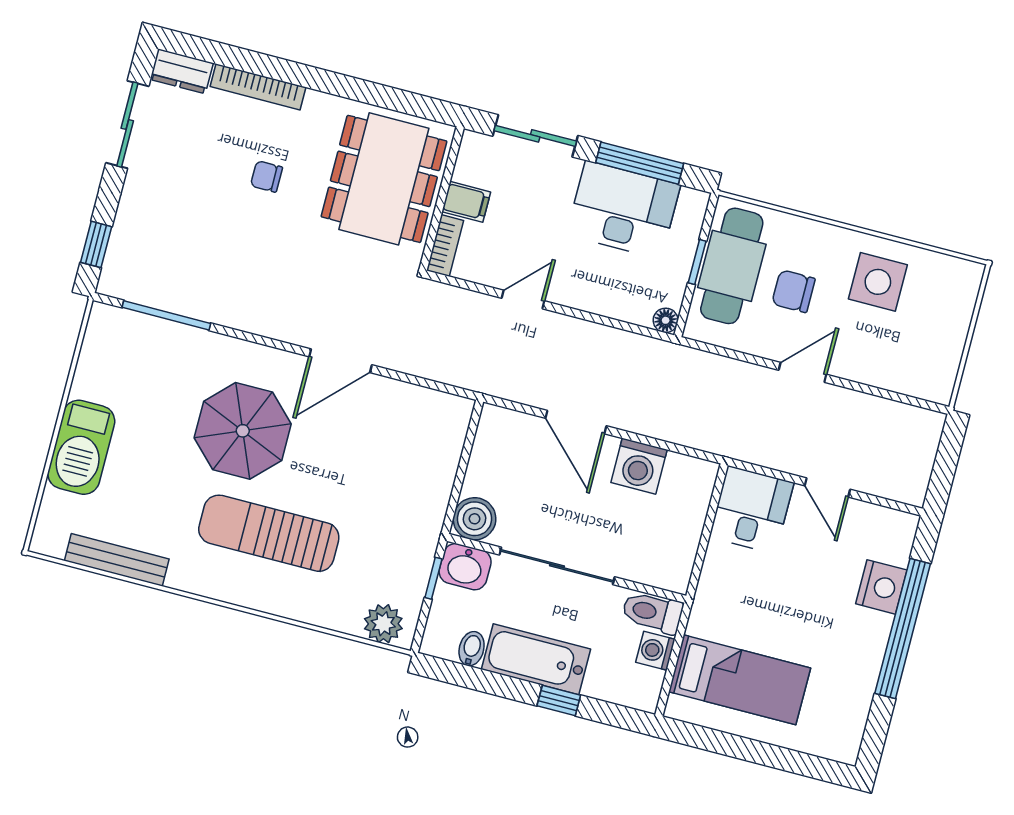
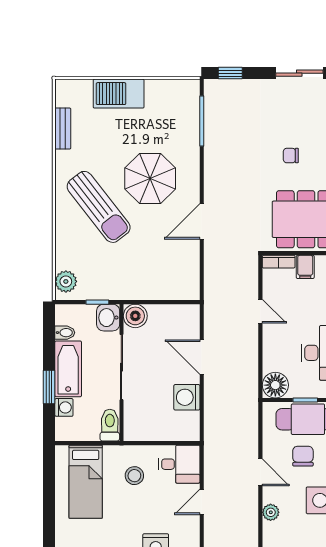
chair: (266, 176) -> (291, 156), turned -90
floor lamp: (666, 320) -> (275, 385), width x1.89, depth x1.89
door: (341, 361) -> (202, 221), hinge flipped
plant: (876, 373) -> (271, 512), added
door: (576, 422) -> (202, 357), hinge flipped
sun lounger: (269, 533) -> (99, 207), turned 142
bench: (117, 560) -> (63, 129), width x0.73
stool: (751, 592) -> (134, 476), added
washing machine: (655, 651) -> (64, 407), moved, turned 90
window: (559, 701) -> (49, 387), width x1.50

